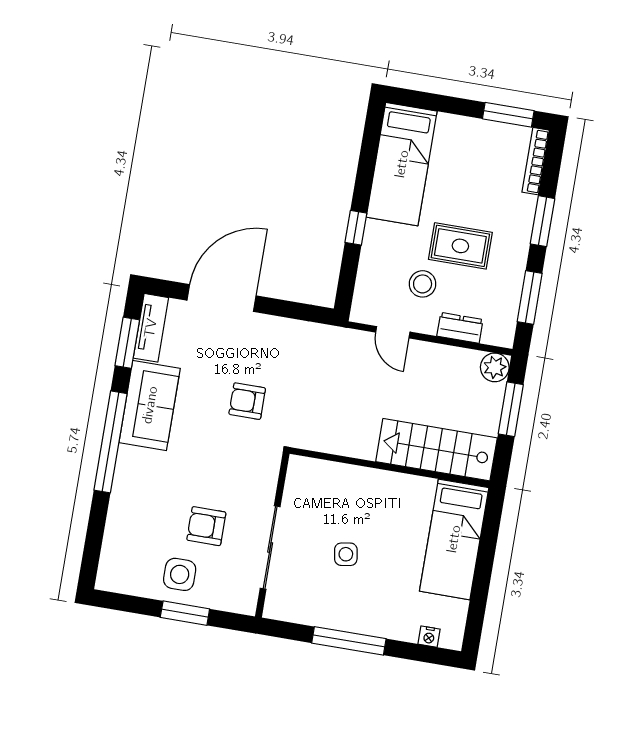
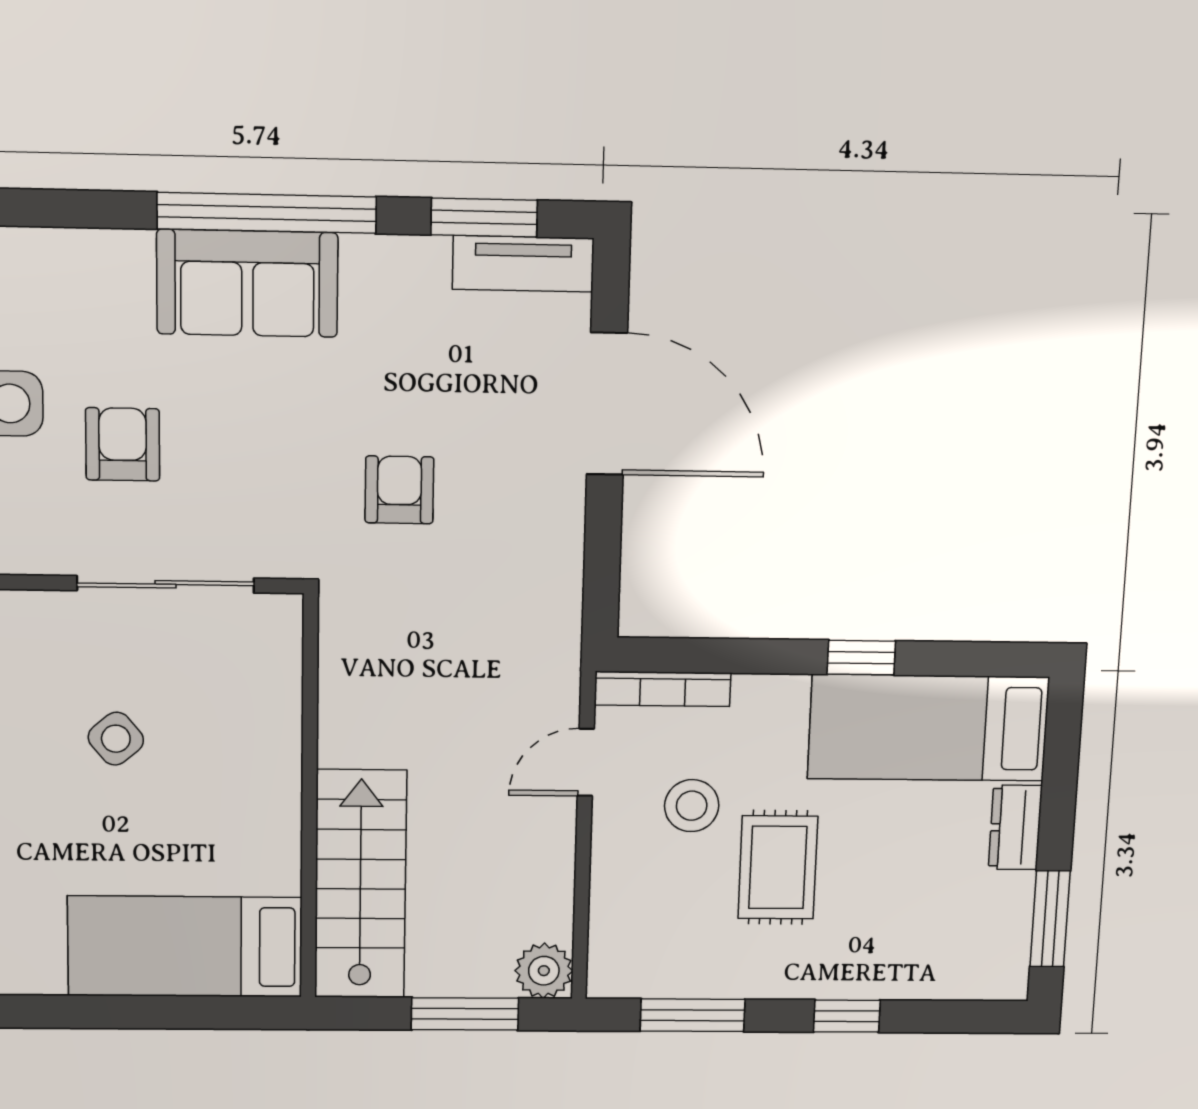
bookcase: (536, 161) -> (663, 689), moved, turned 180
window: (542, 221) -> (847, 1016), width x0.67
window: (356, 228) -> (861, 658), moved
dresser: (460, 328) -> (1015, 827), moved, turned 180
sofa: (150, 405) -> (247, 283), moved
sliding door: (270, 547) -> (166, 584), moved
side table: (346, 554) -> (116, 739), turned -31

